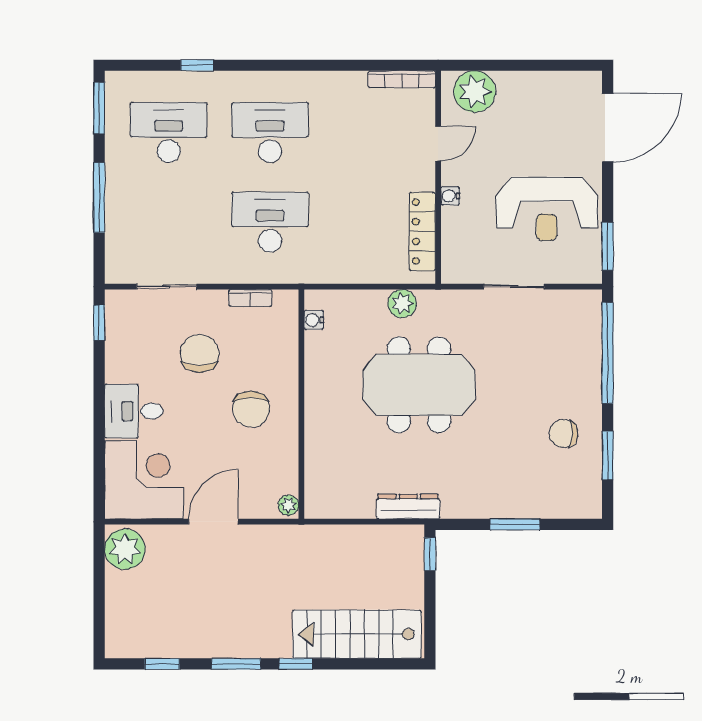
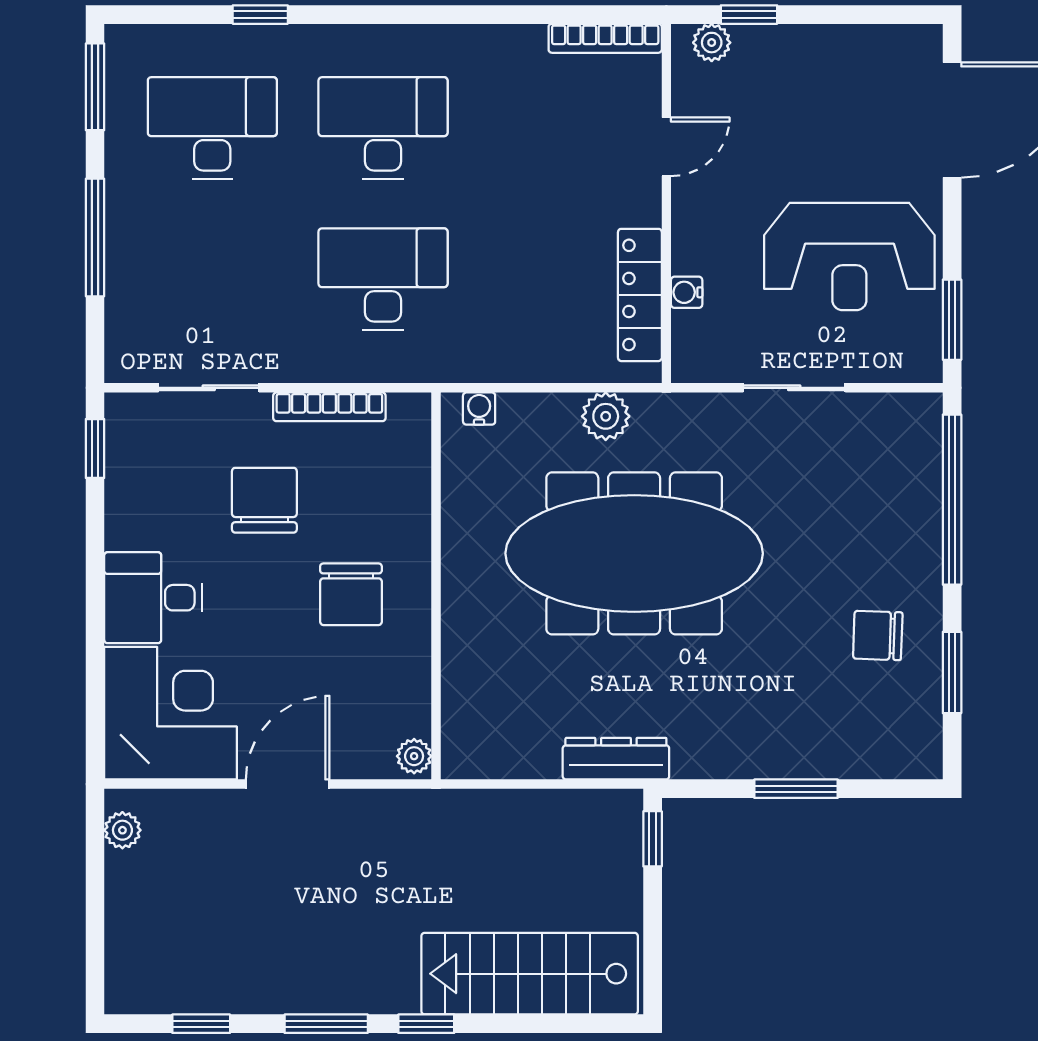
window: (487, 65) -> (749, 15), added
plant: (475, 92) -> (712, 43), width x0.53, depth x0.53
water cooler: (450, 196) -> (687, 292), moved
bookcase: (250, 298) -> (329, 407), width x1.56
water cooler: (314, 320) -> (479, 409), moved, turned 90
meeting table: (419, 385) -> (634, 553), width x1.36
plant: (125, 549) -> (122, 830), width x0.53, depth x0.53

